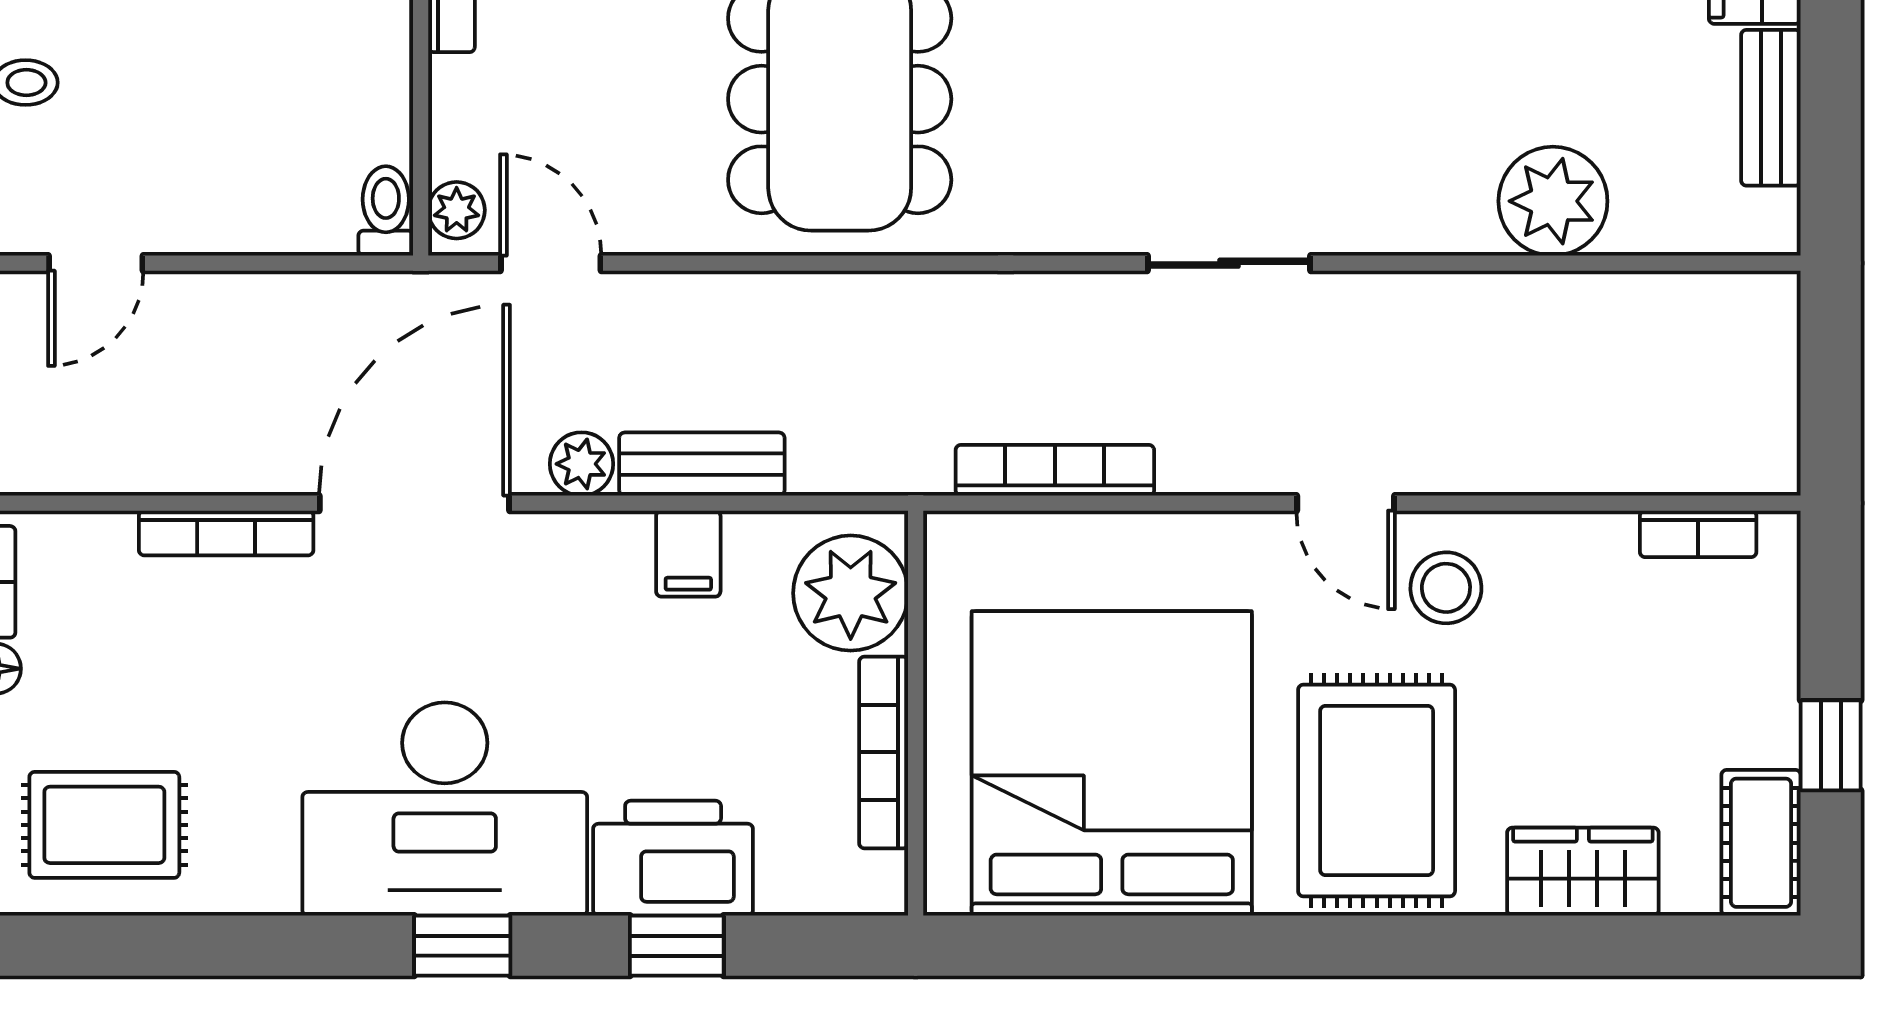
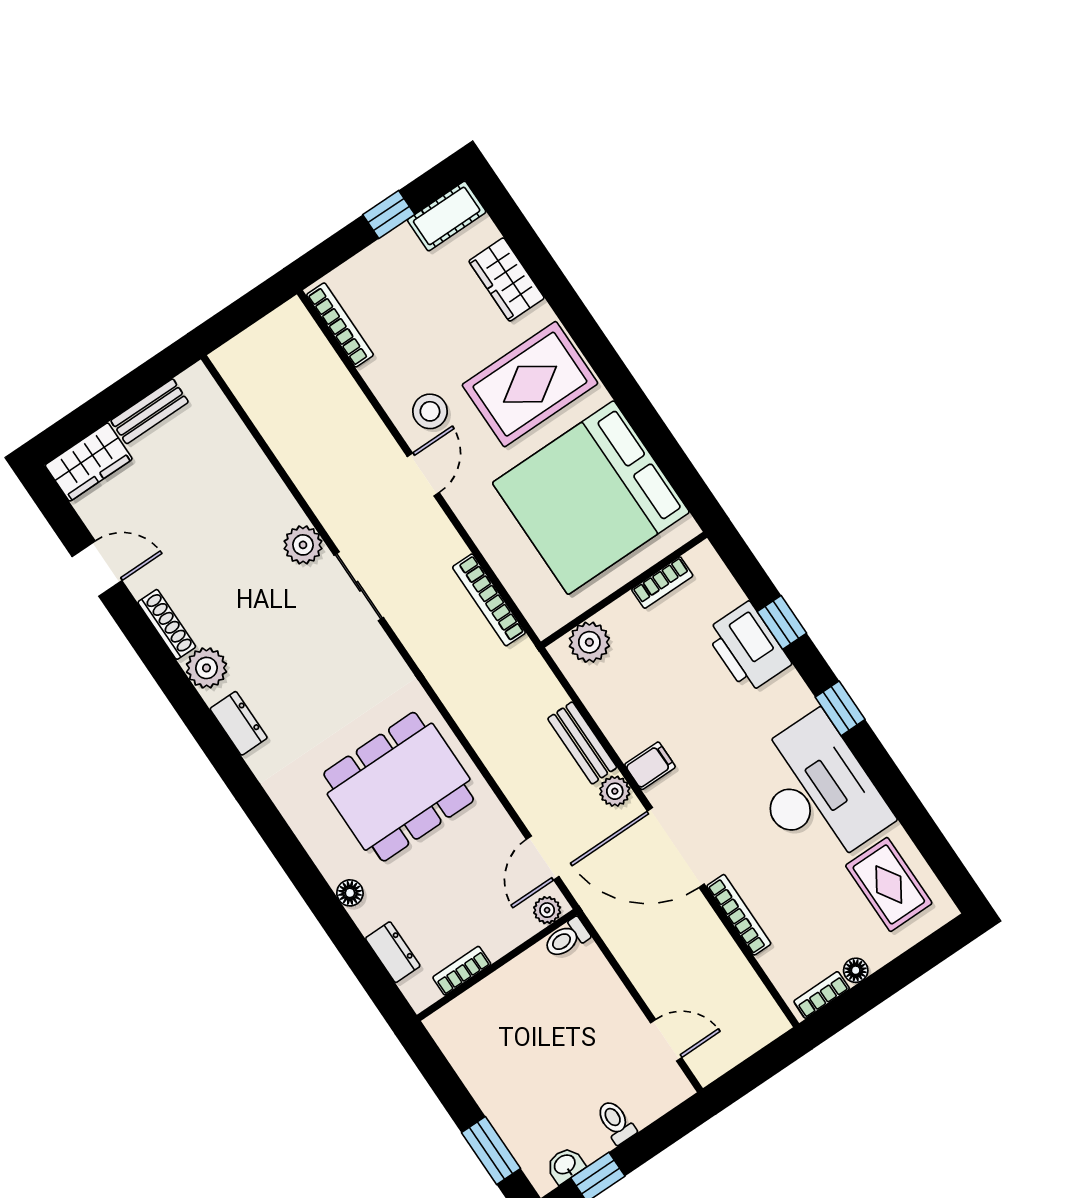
plant: (1553, 201) -> (303, 545), moved, width x0.73, depth x0.73
bookcase: (1698, 534) -> (340, 325), width x1.56
filing cabinet: (688, 554) -> (650, 766), moved
plant: (851, 593) -> (589, 642), width x0.73, depth x0.73
bookcase: (884, 752) -> (662, 583), width x0.64
desk: (445, 809) -> (817, 792), moved

